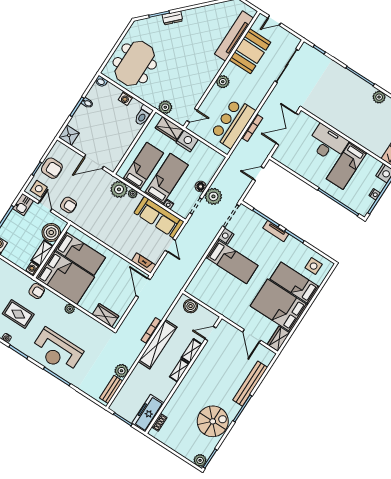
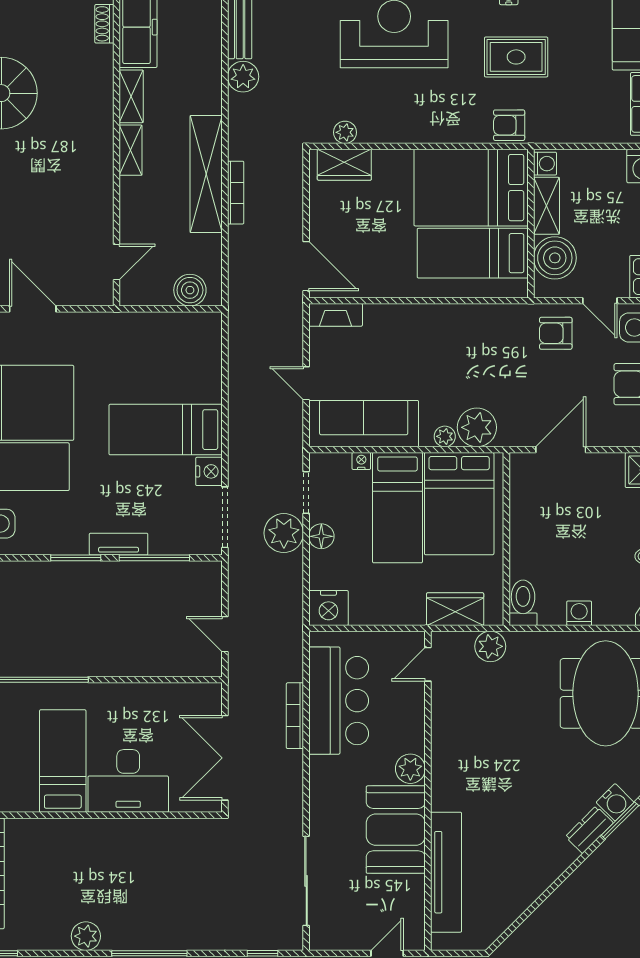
water cooler: (157, 22) -> (615, 802), added
booth: (250, 51) -> (396, 830), moved
double door: (287, 129) -> (225, 758), swing flipped
nightstand: (187, 141) -> (328, 608), moved
bed: (143, 166) -> (459, 504), width x1.50
door: (258, 174) -> (225, 634), swing flipped
plant: (70, 309) -> (345, 132), moved
shelving: (192, 351) -> (131, 96), moved

